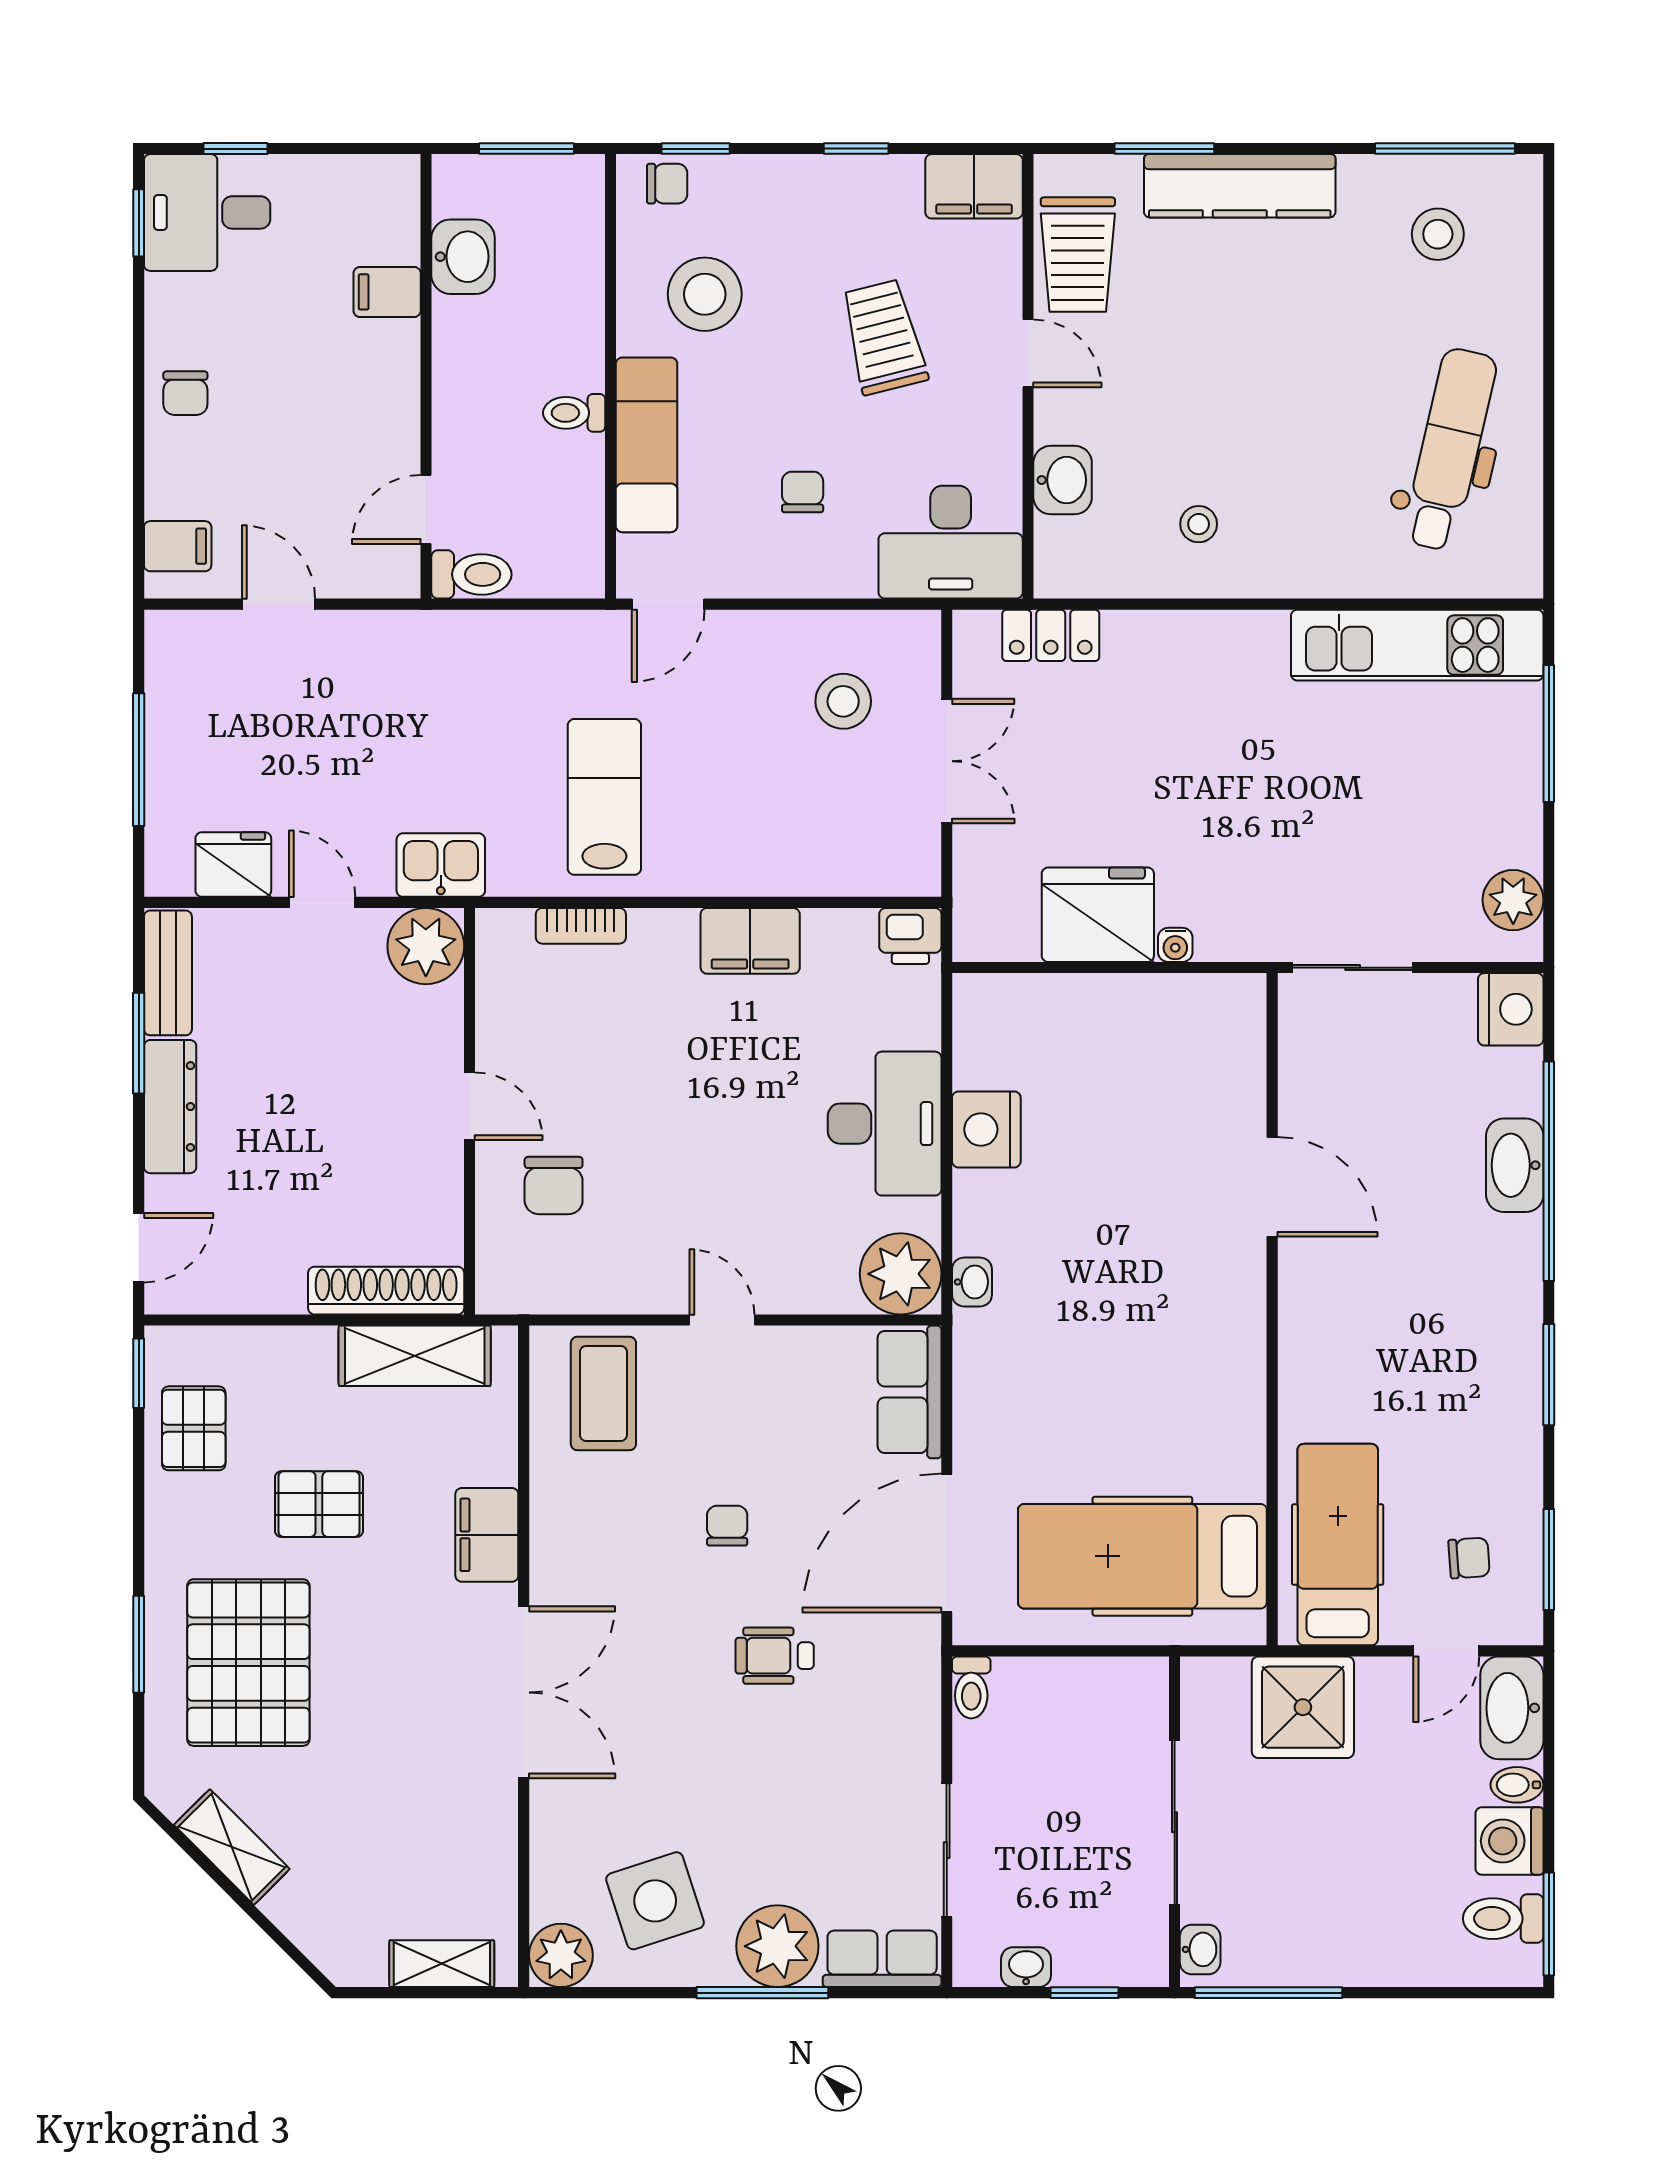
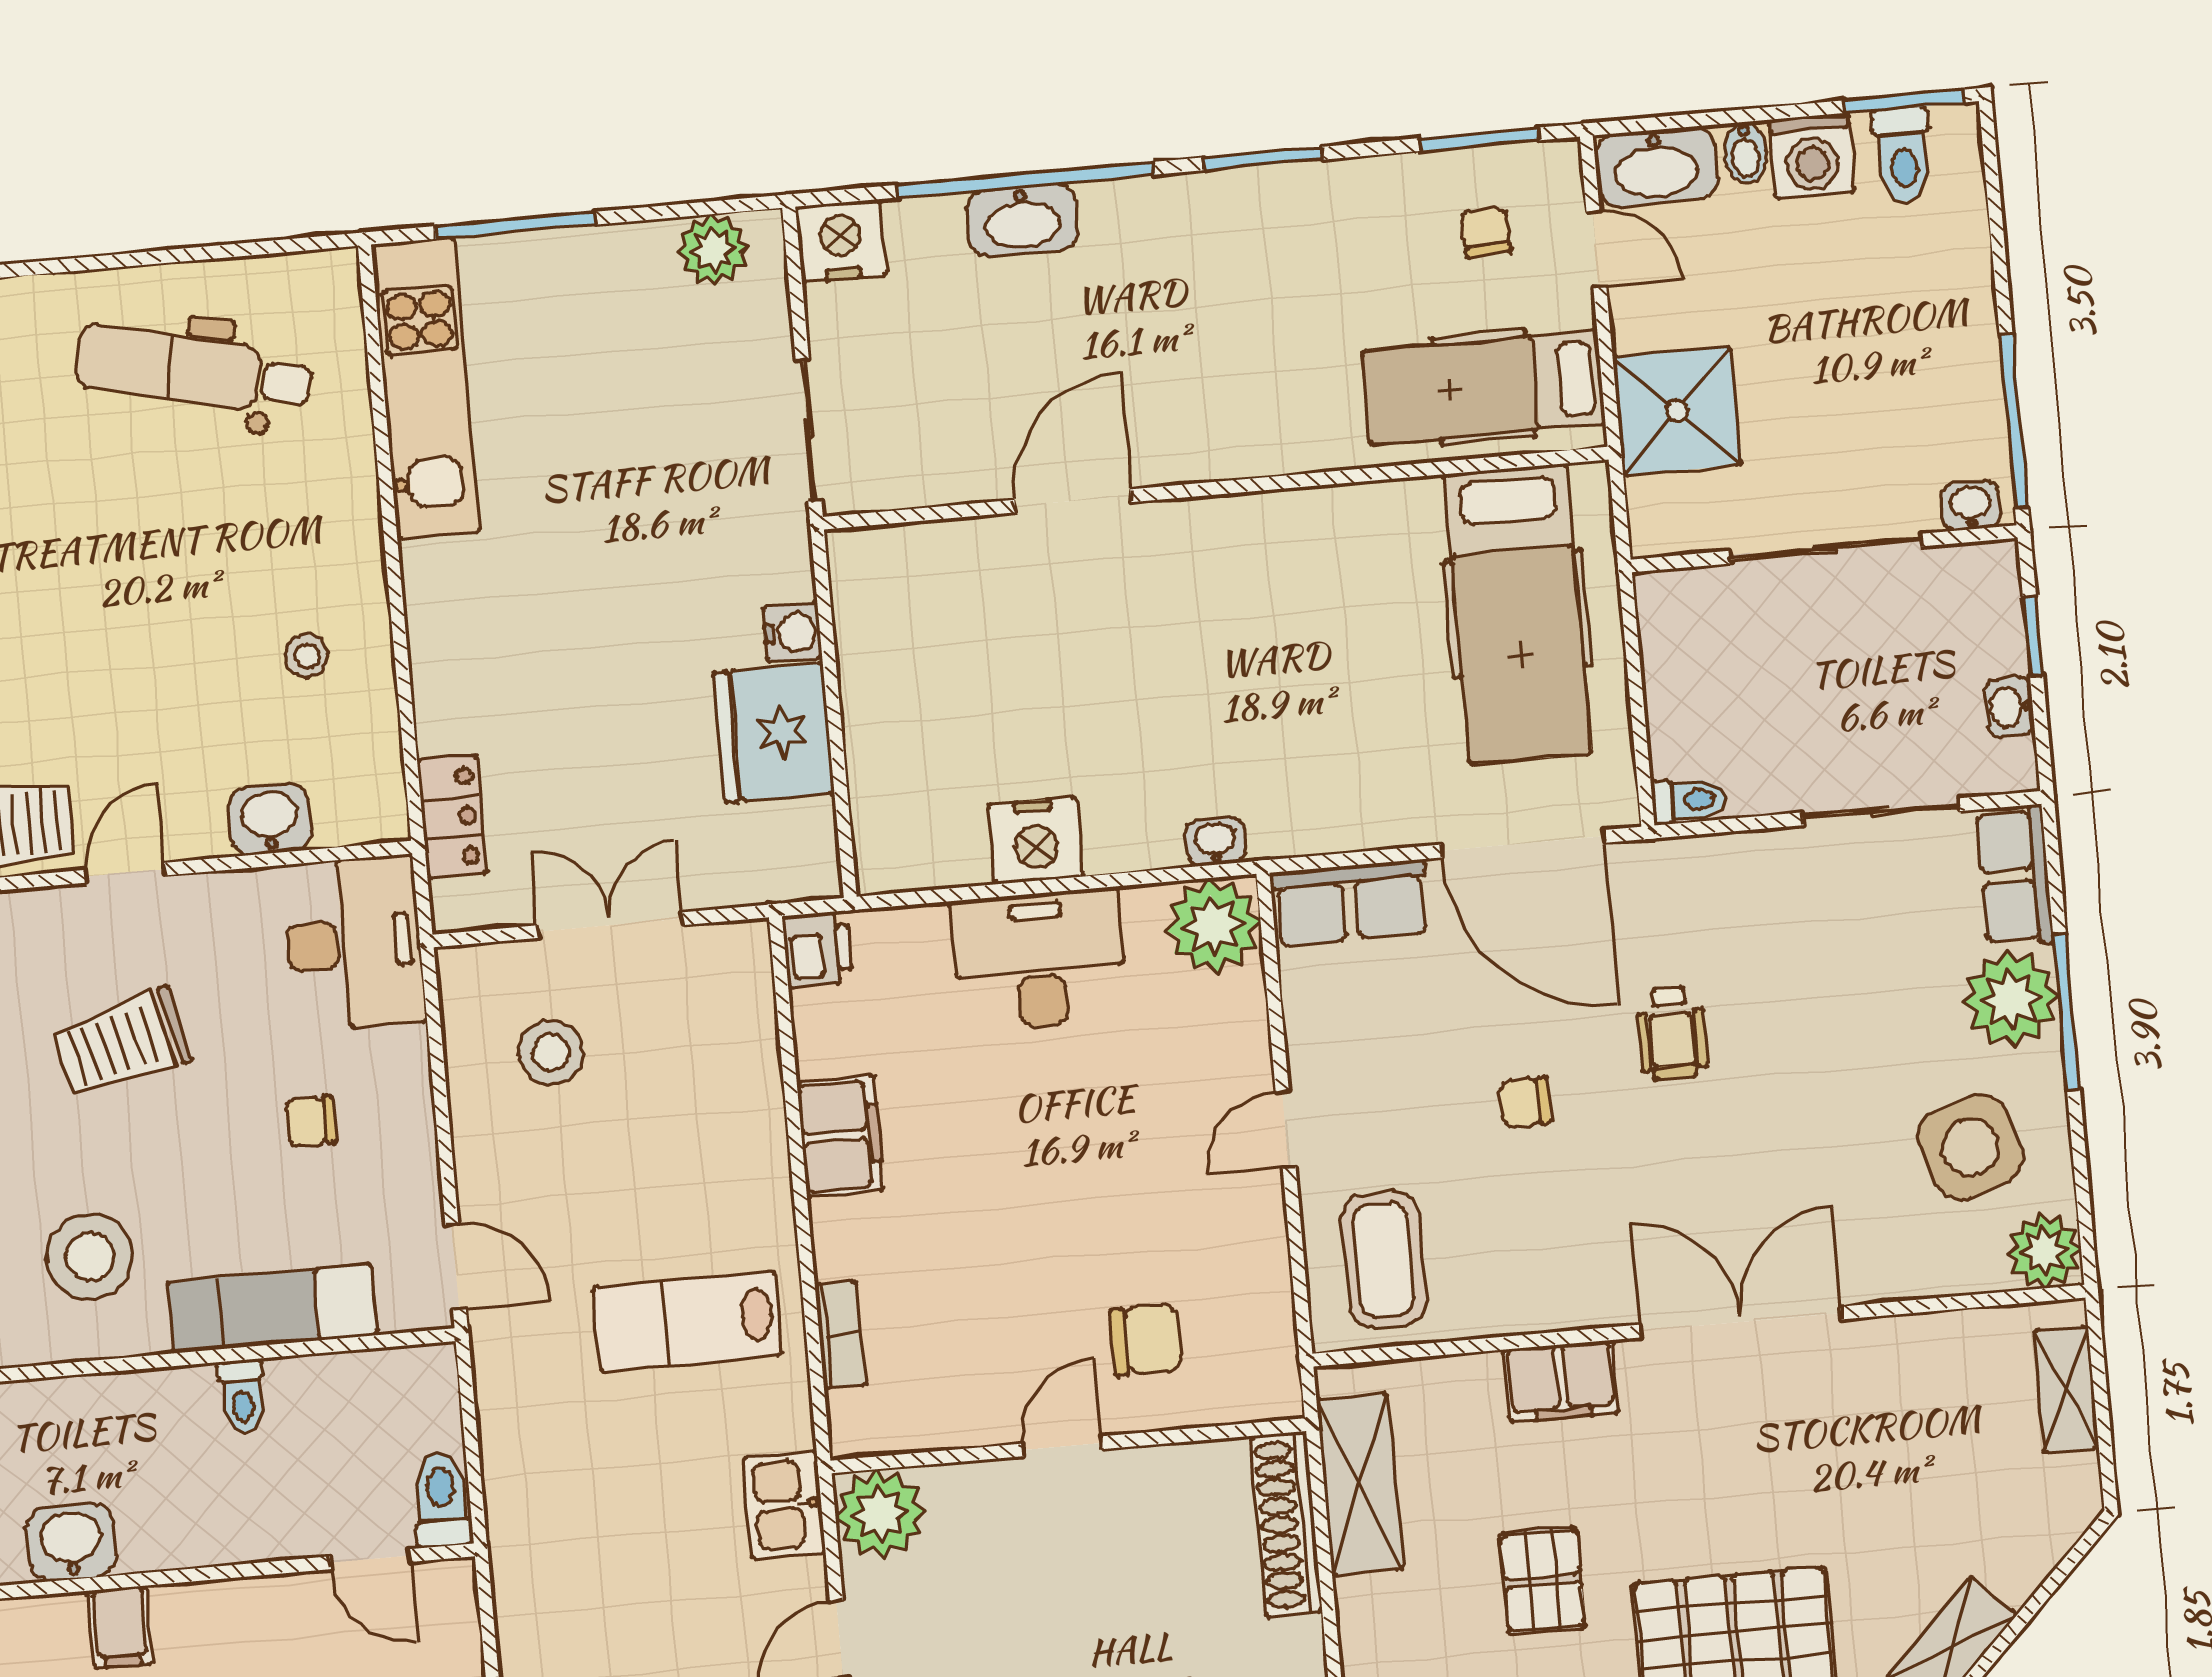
water cooler: (1175, 945) -> (792, 632), width x1.38, depth x1.38
coffee table: (603, 1393) -> (1384, 1260), turned 90

